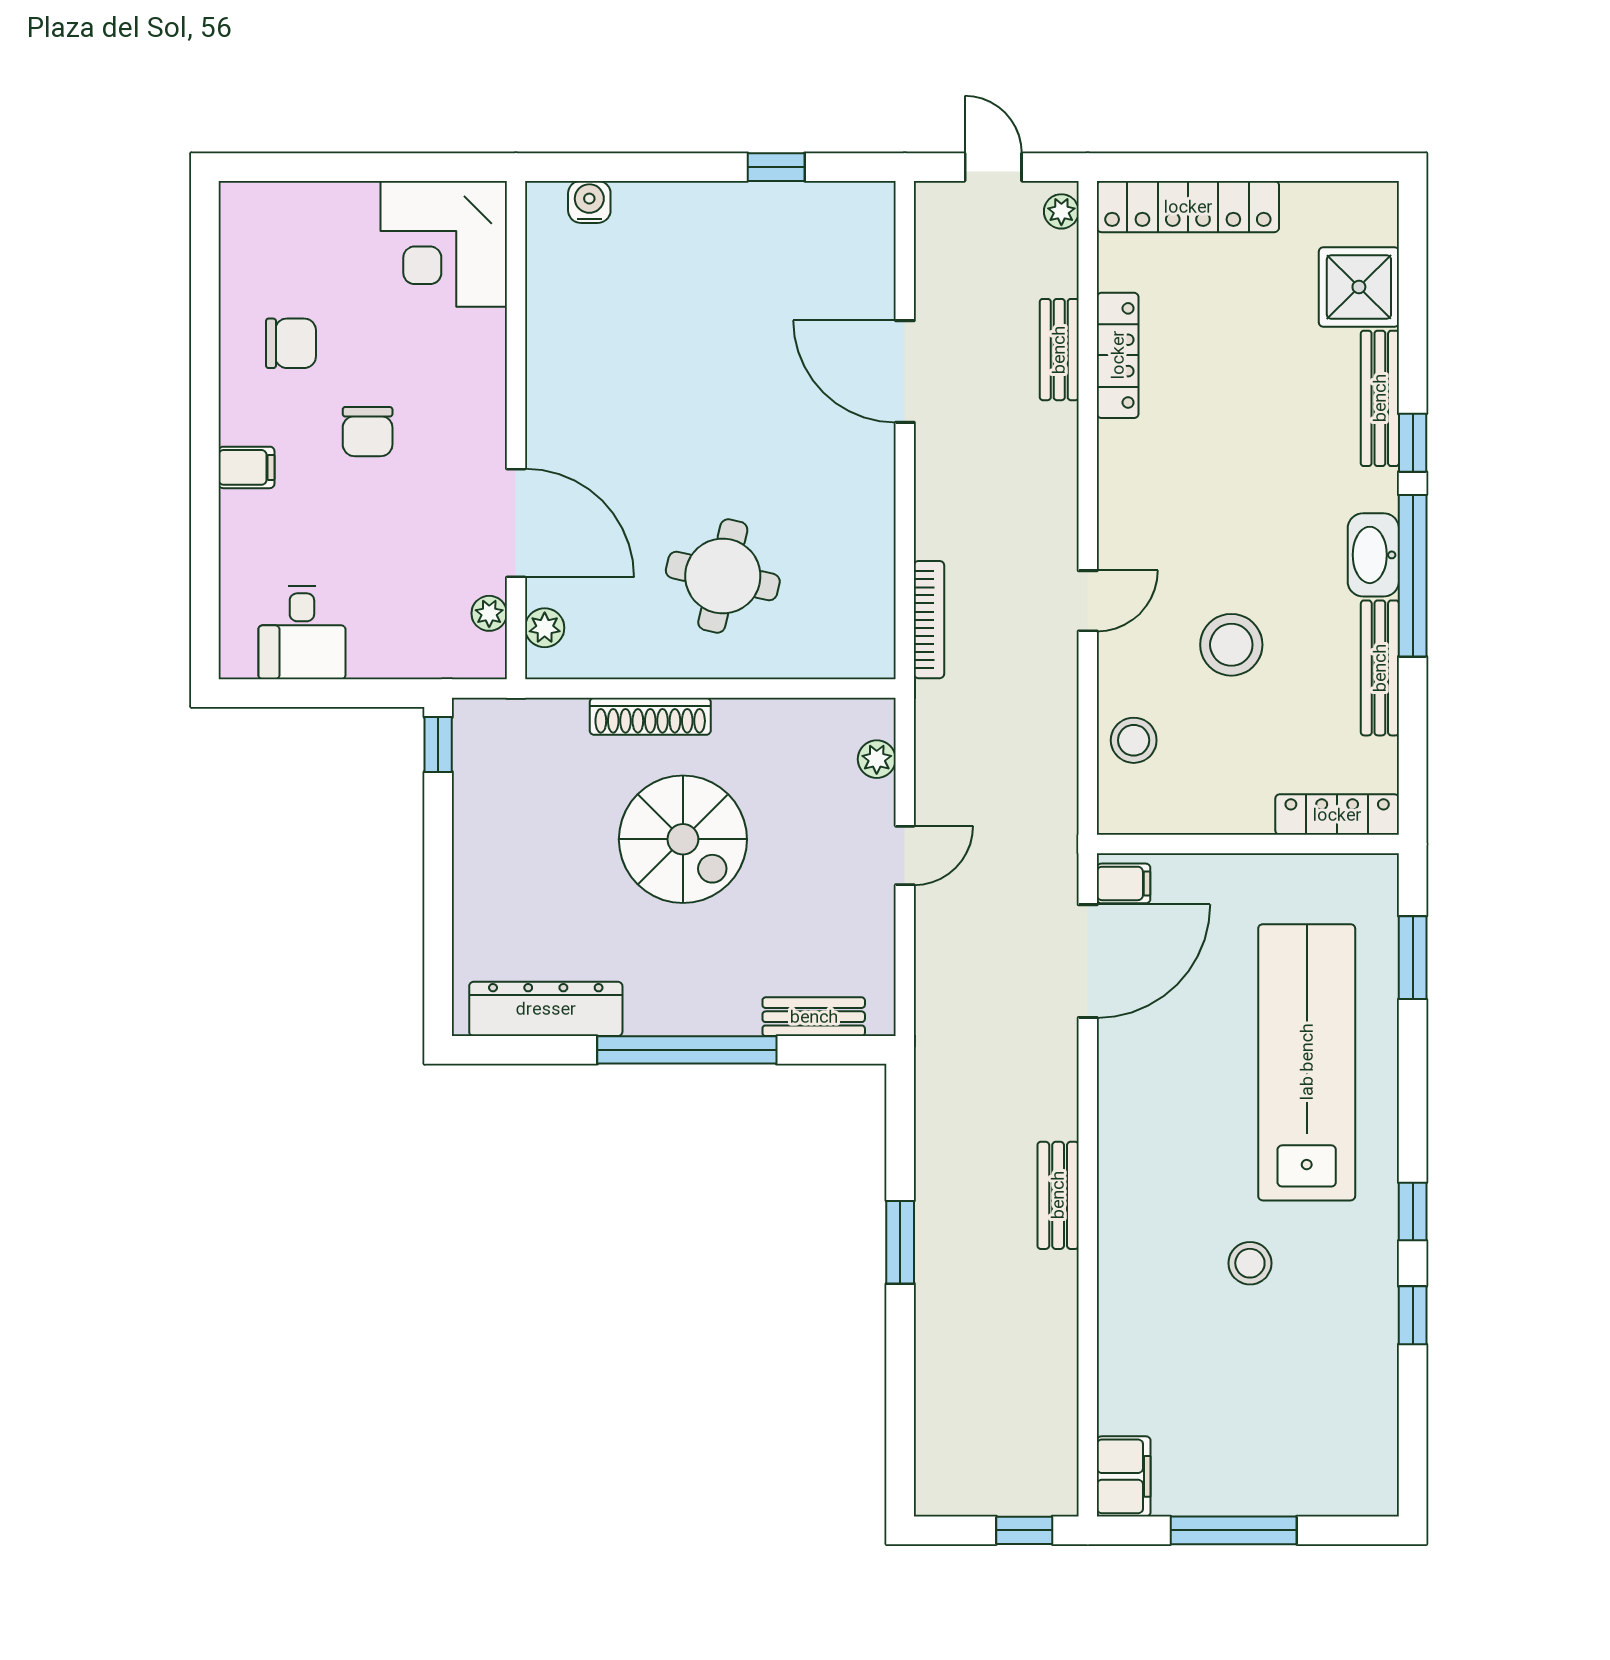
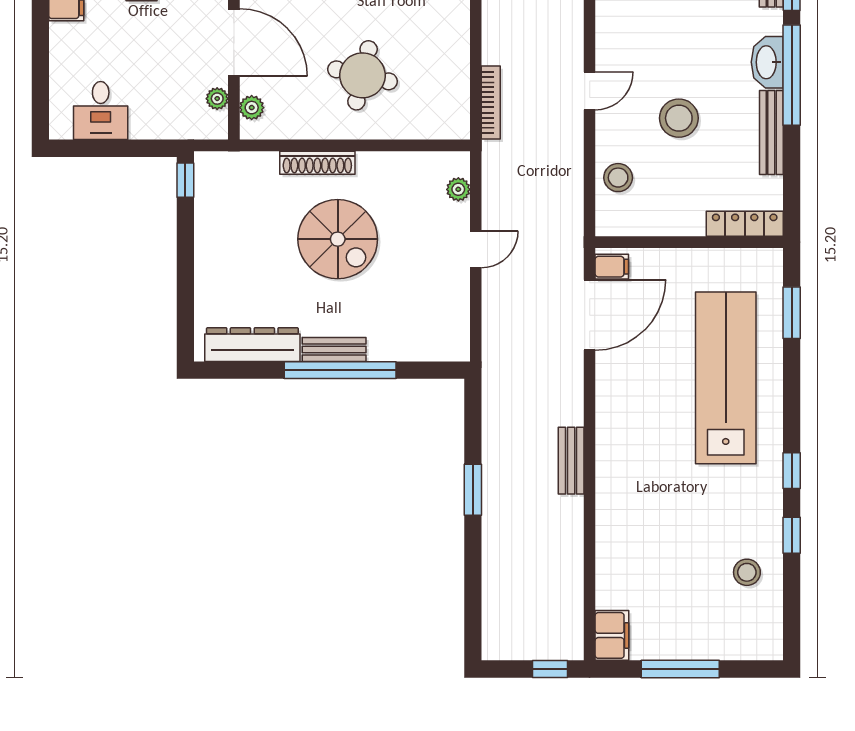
bench: (814, 1017) -> (334, 350), moved
stool: (1250, 1263) -> (747, 572), moved

